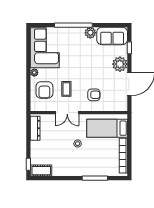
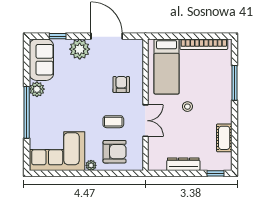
dresser: (35, 128) -> (183, 164), moved
cot: (41, 171) -> (224, 138), moved

